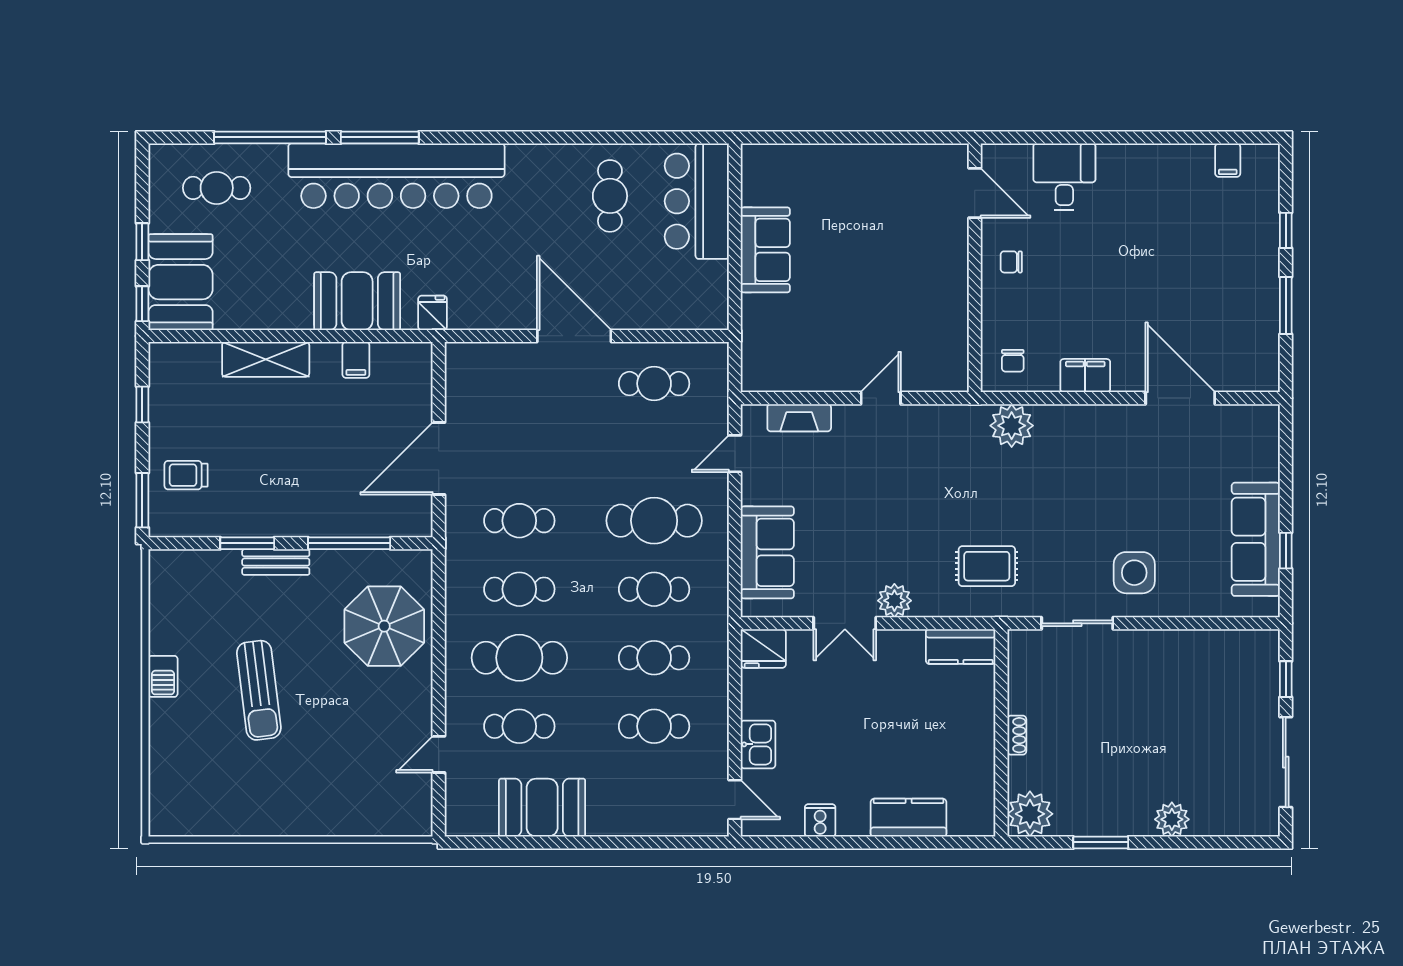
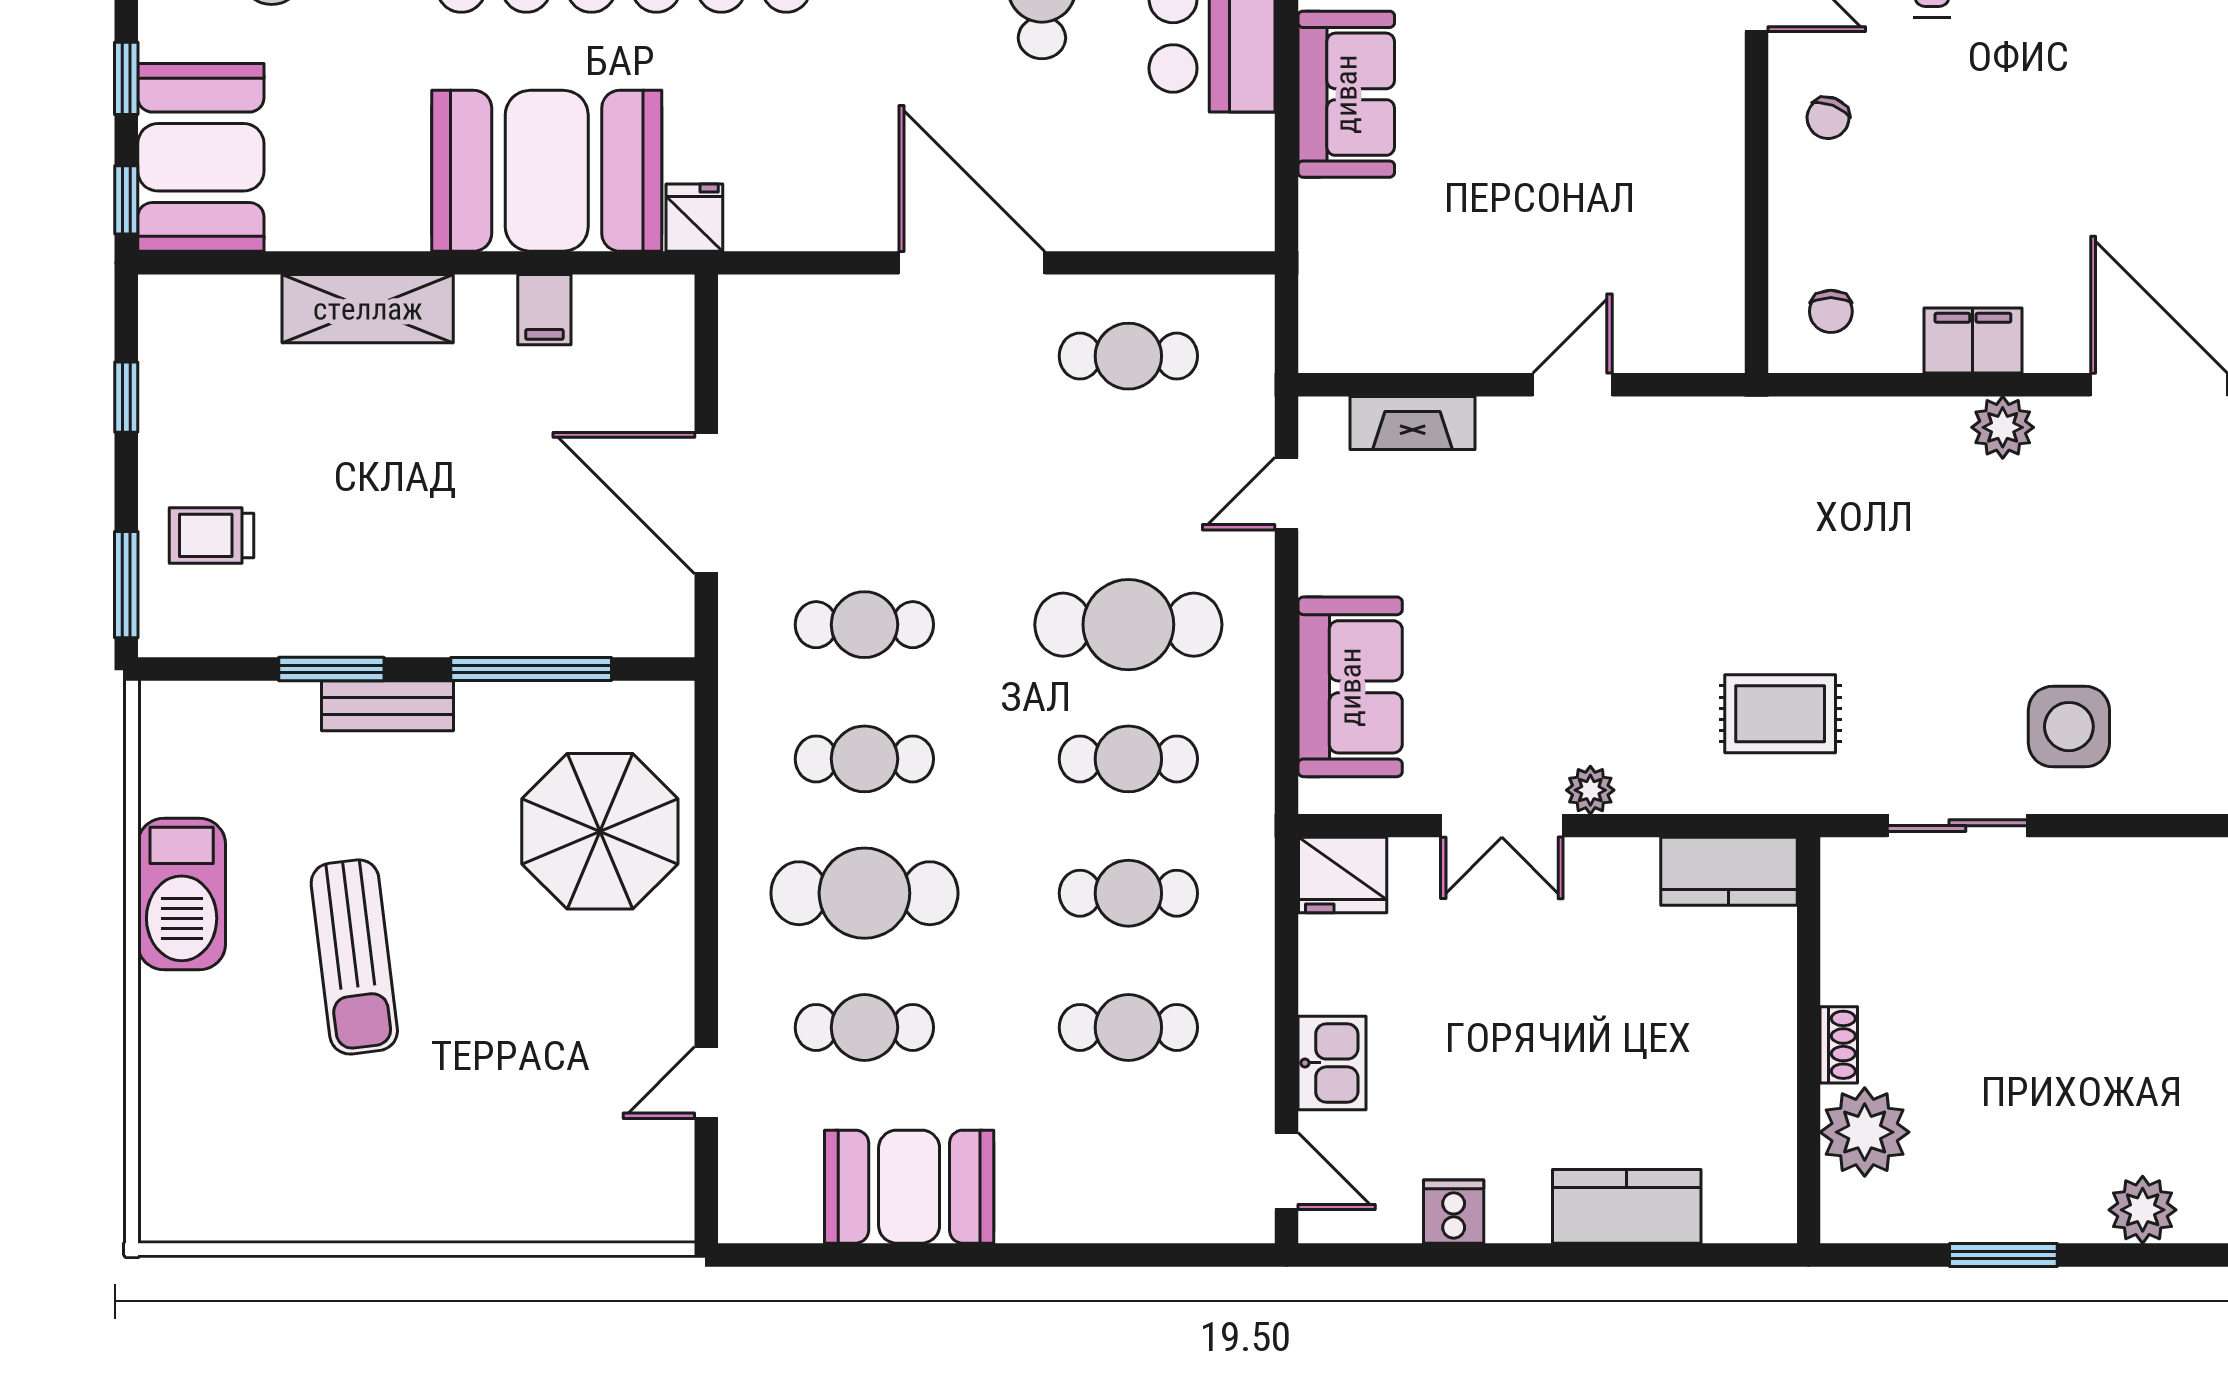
chair: (1011, 262) -> (1828, 118), turned -69
booth: (357, 301) -> (547, 171), width x1.36, depth x1.42
plant: (1012, 426) -> (2003, 427), moved, width x0.73, depth x0.73
door: (439, 459) -> (706, 503), hinge flipped
plant: (894, 601) -> (1590, 790), width x0.73, depth x0.73
barbecue: (163, 676) -> (182, 894), width x1.88, depth x1.53
plant: (1030, 814) -> (1865, 1132), moved

